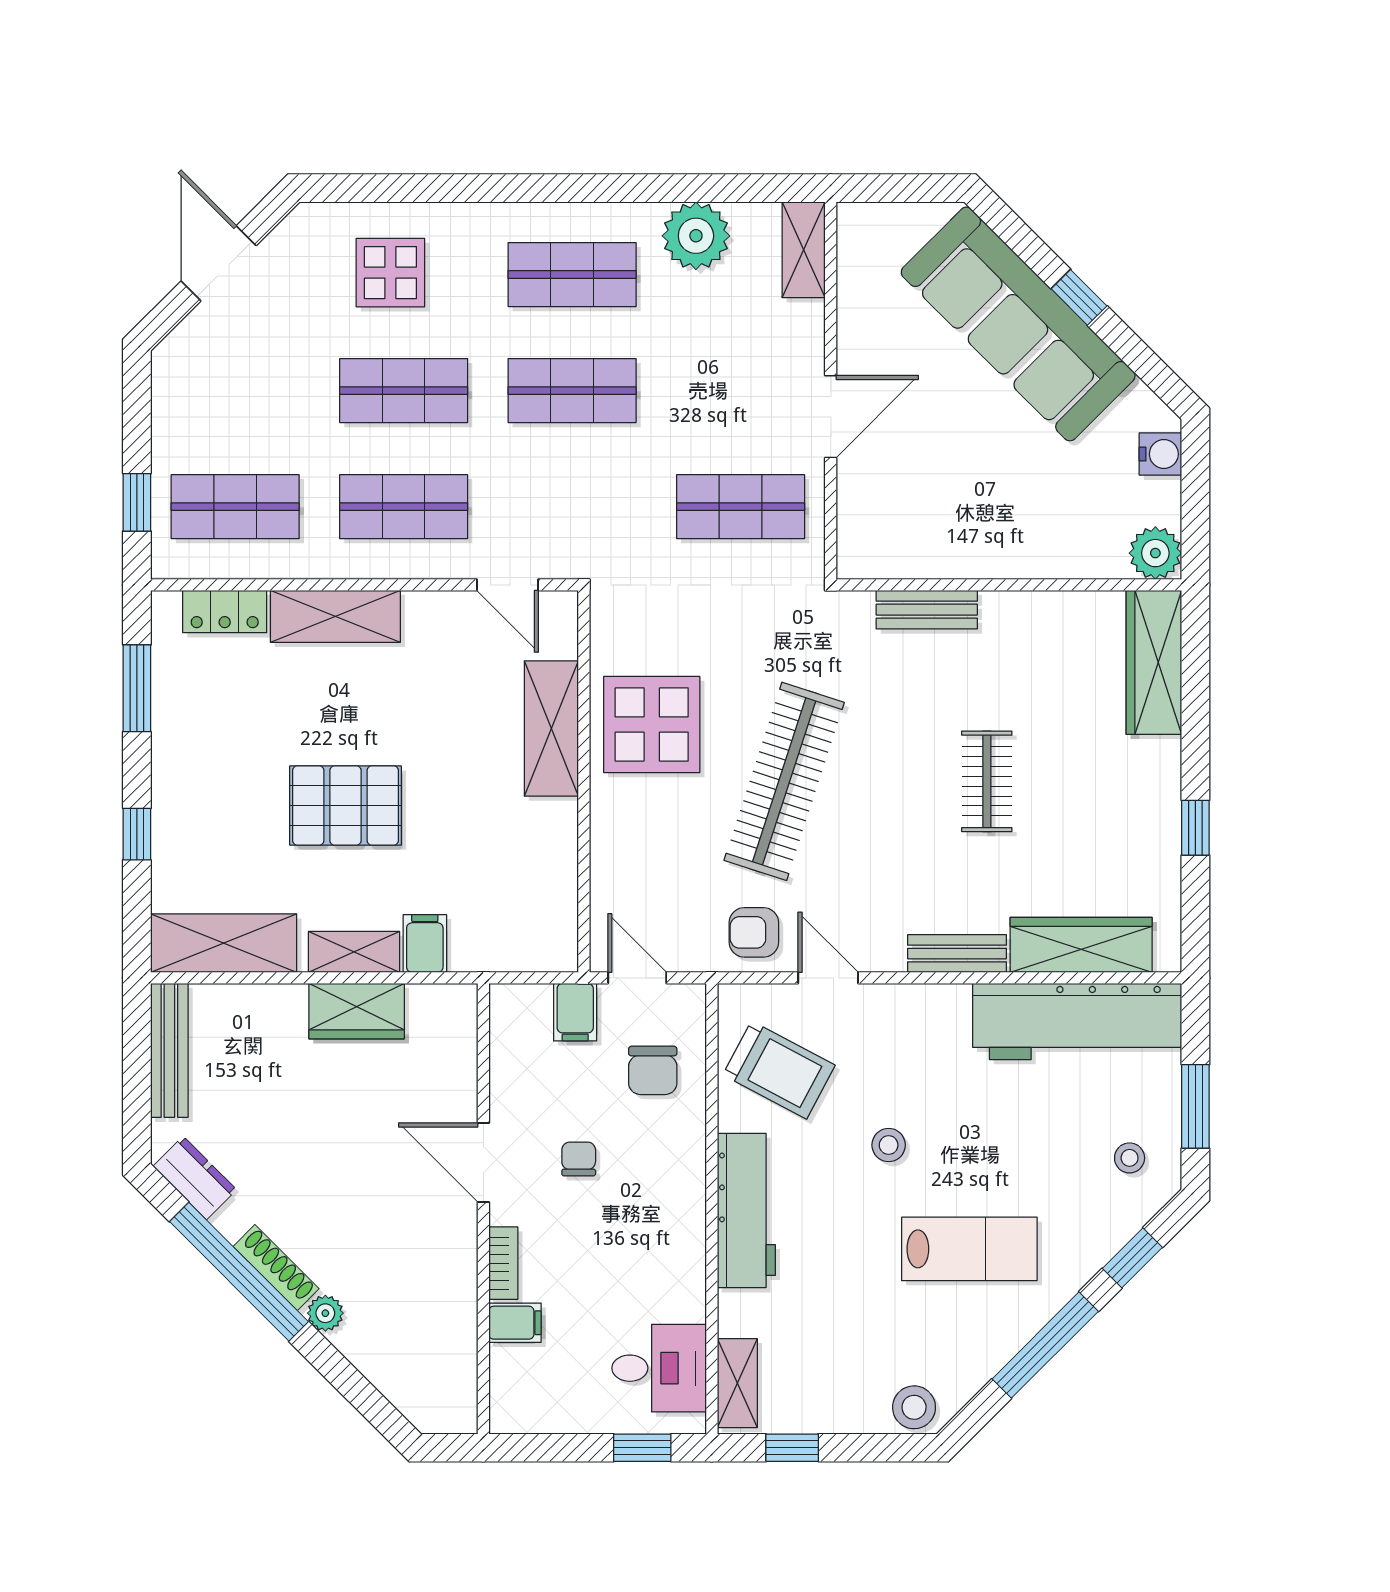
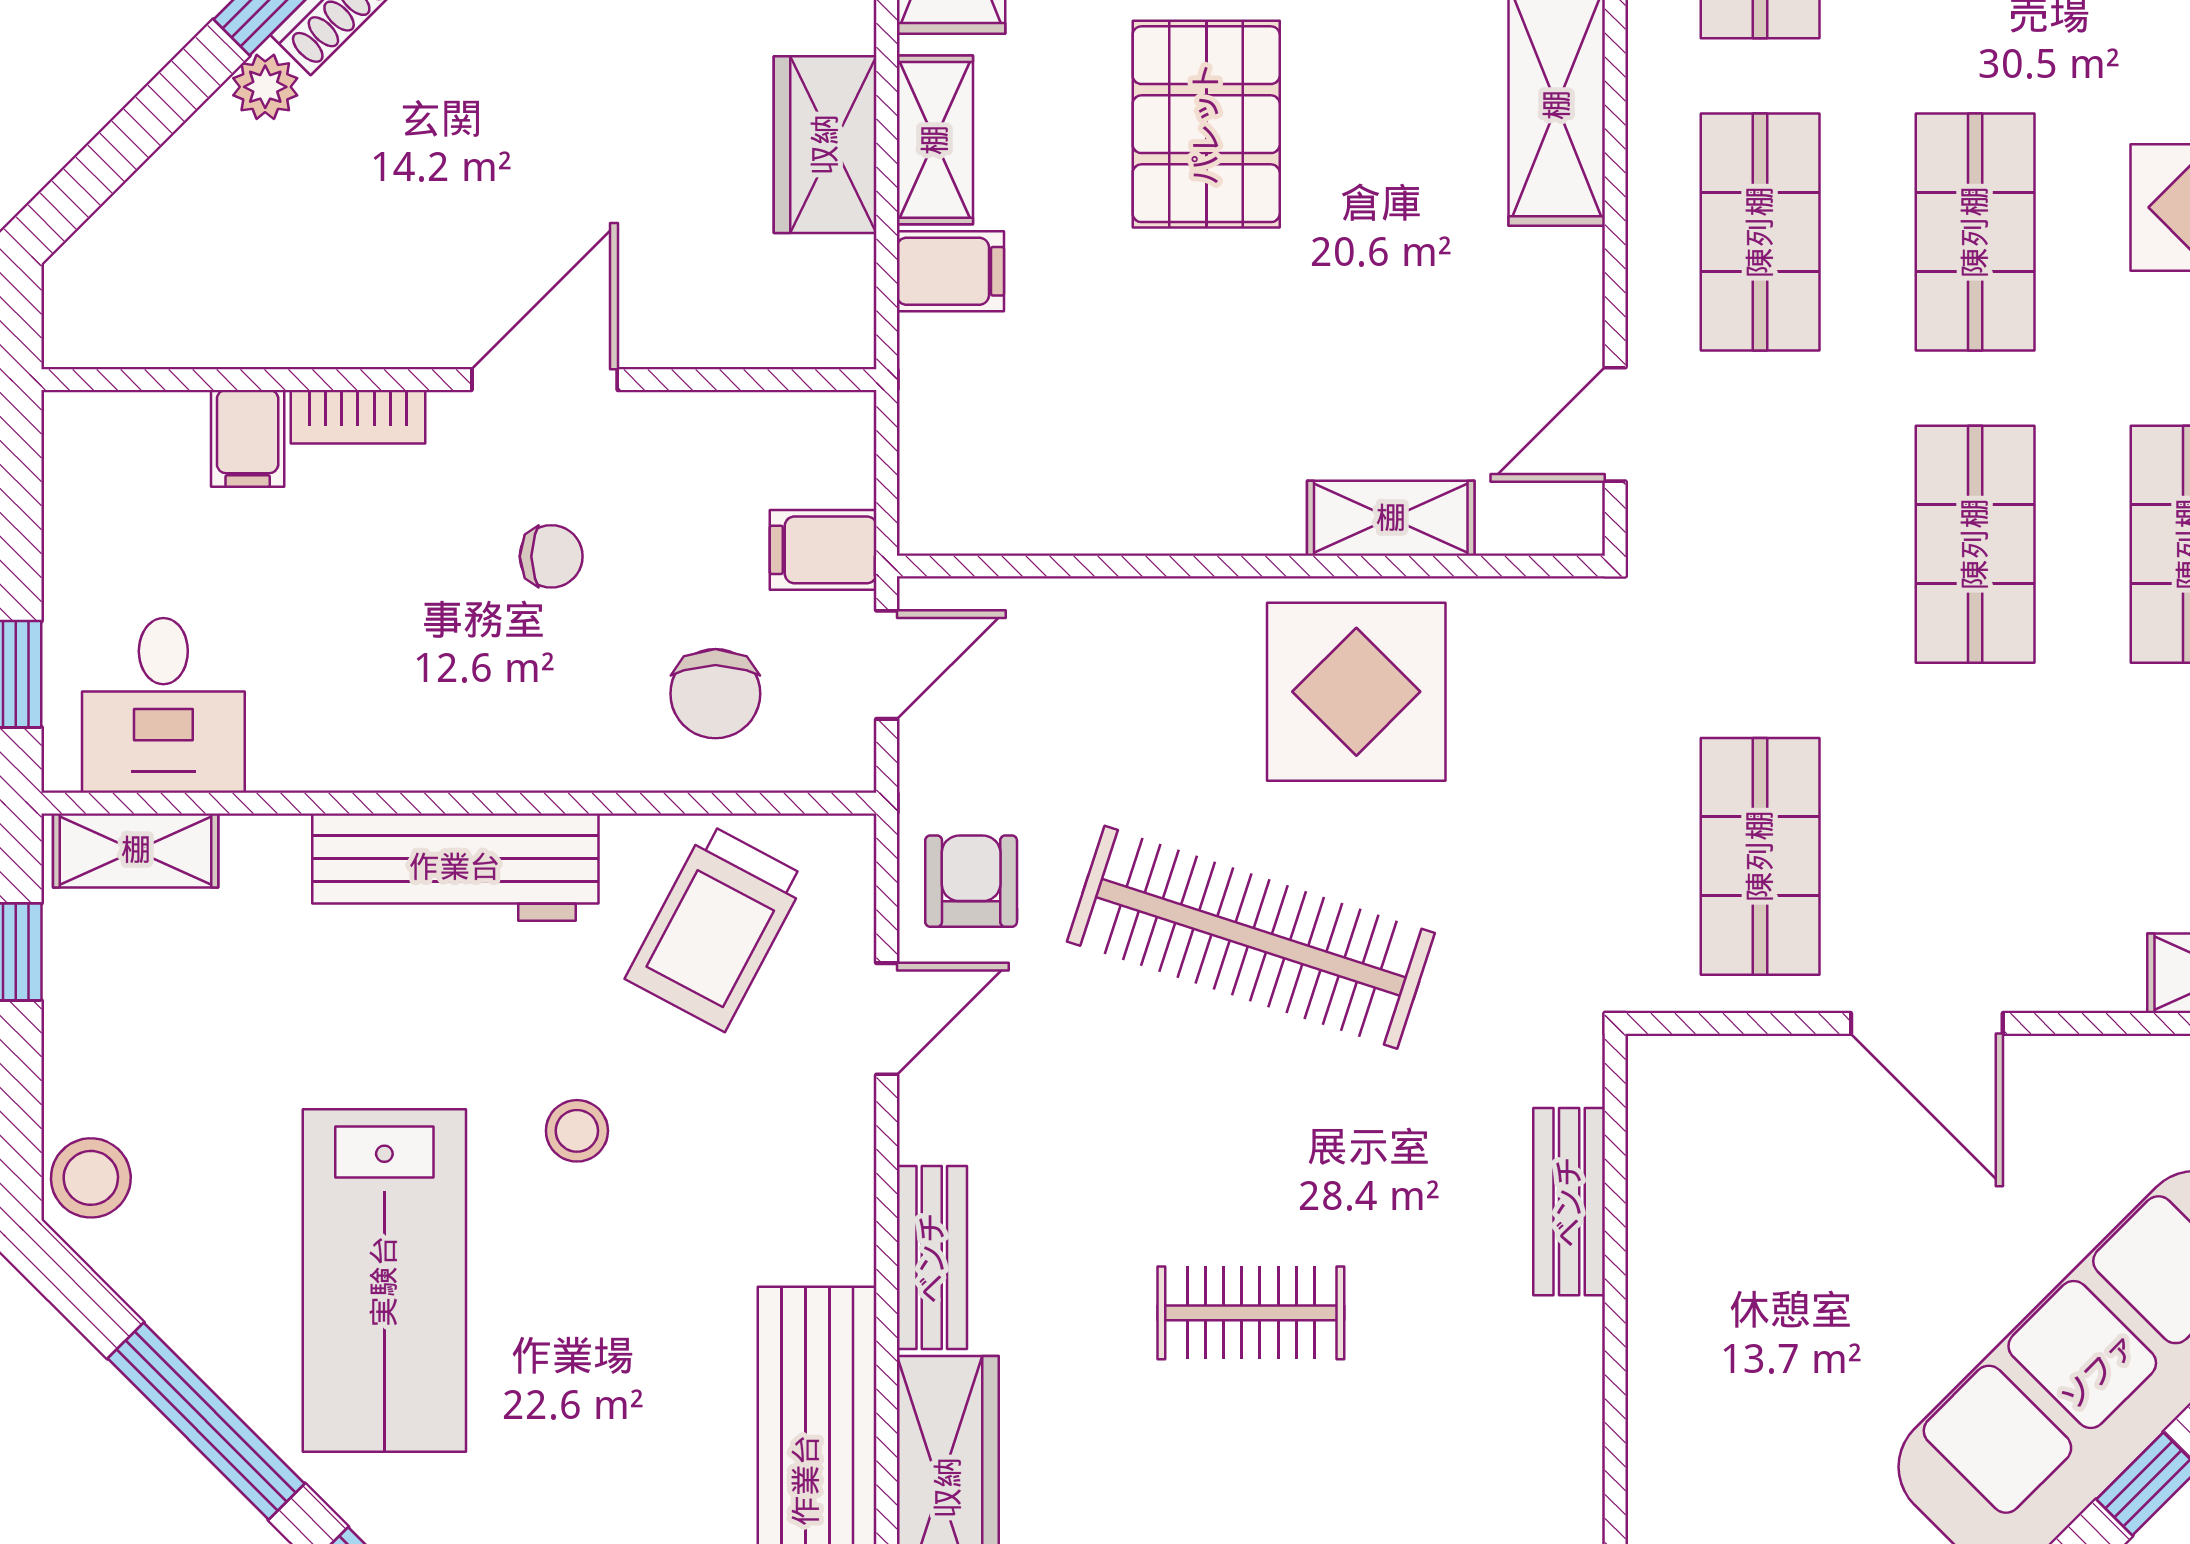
shelving: (551, 728) -> (1391, 518), width x0.67, depth x0.75
chair: (653, 1070) -> (715, 694), turned -90
lab bench: (969, 1249) -> (384, 1281), width x1.36, depth x1.39

